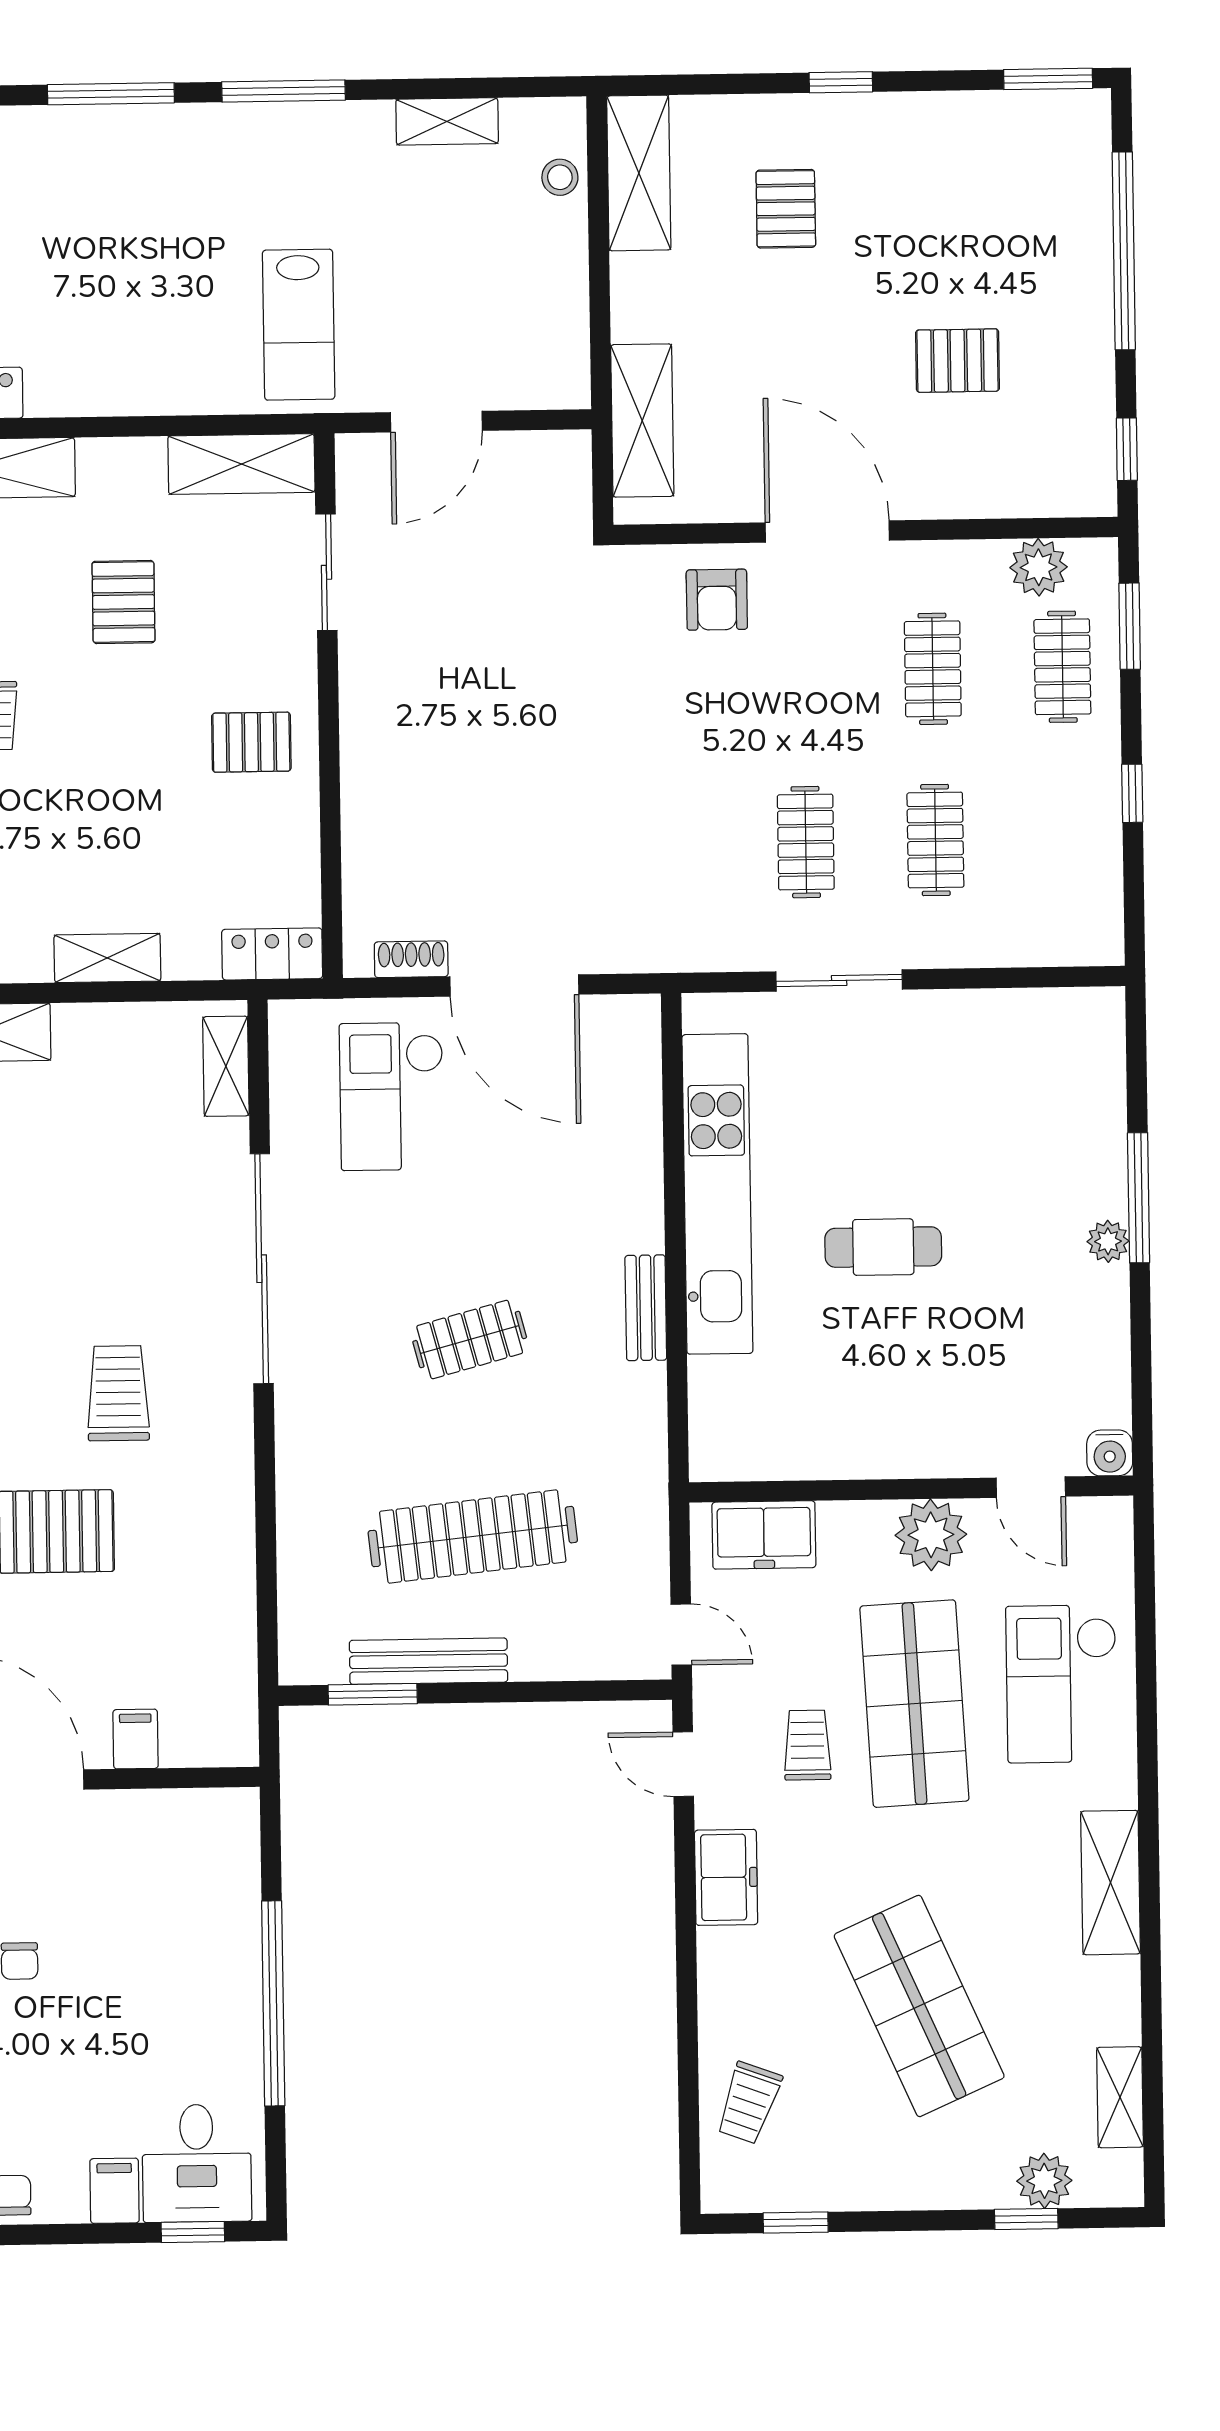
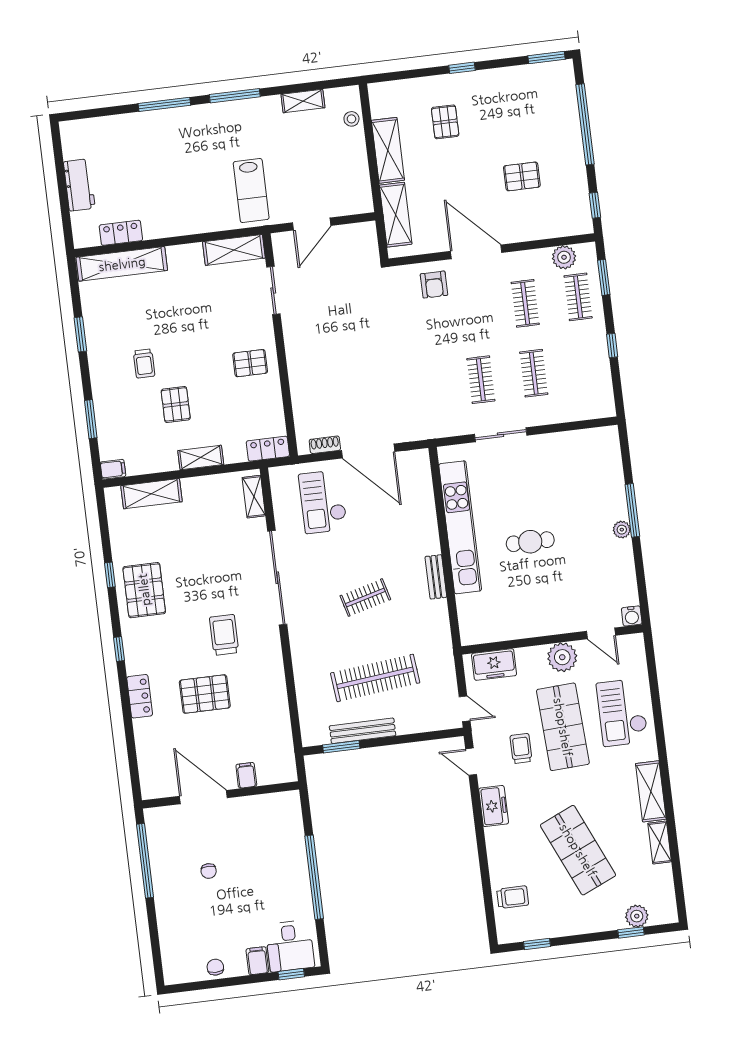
shelving: (639, 173) -> (388, 150), moved
pallet: (124, 602) -> (176, 404), moved
shelving: (1120, 2097) -> (660, 842), moved
trolley: (749, 2103) -> (513, 897), turned -110

